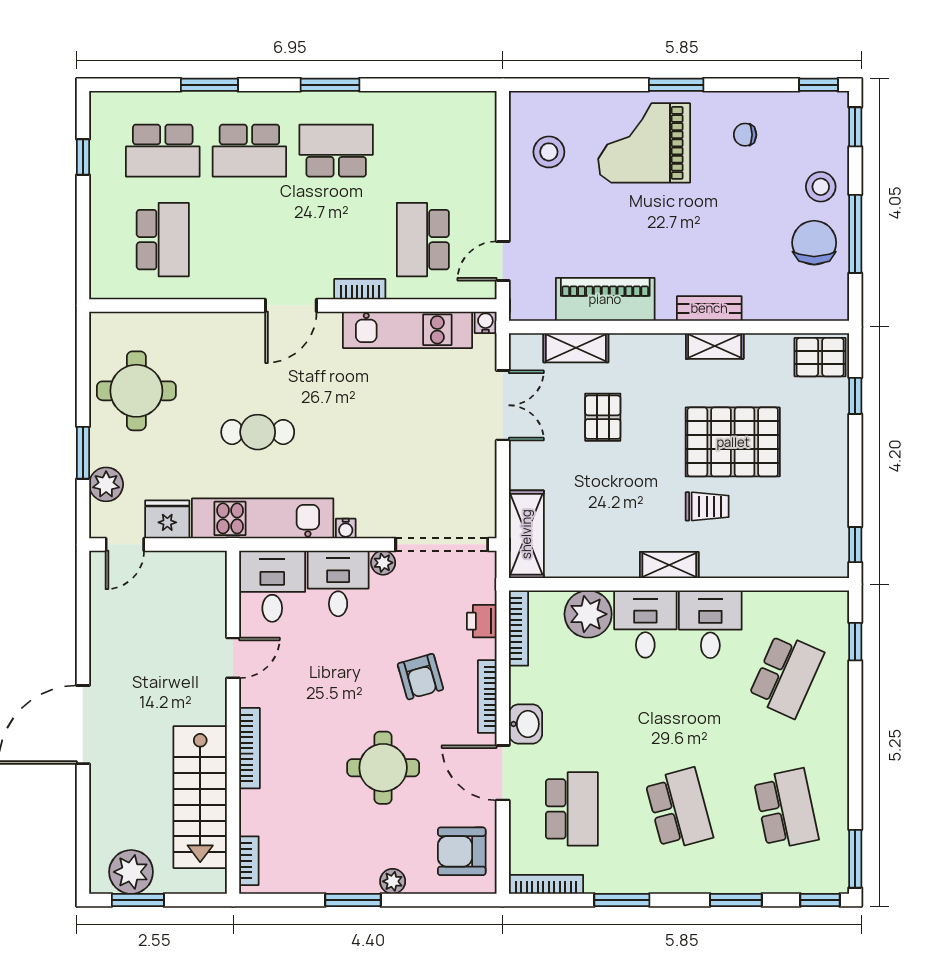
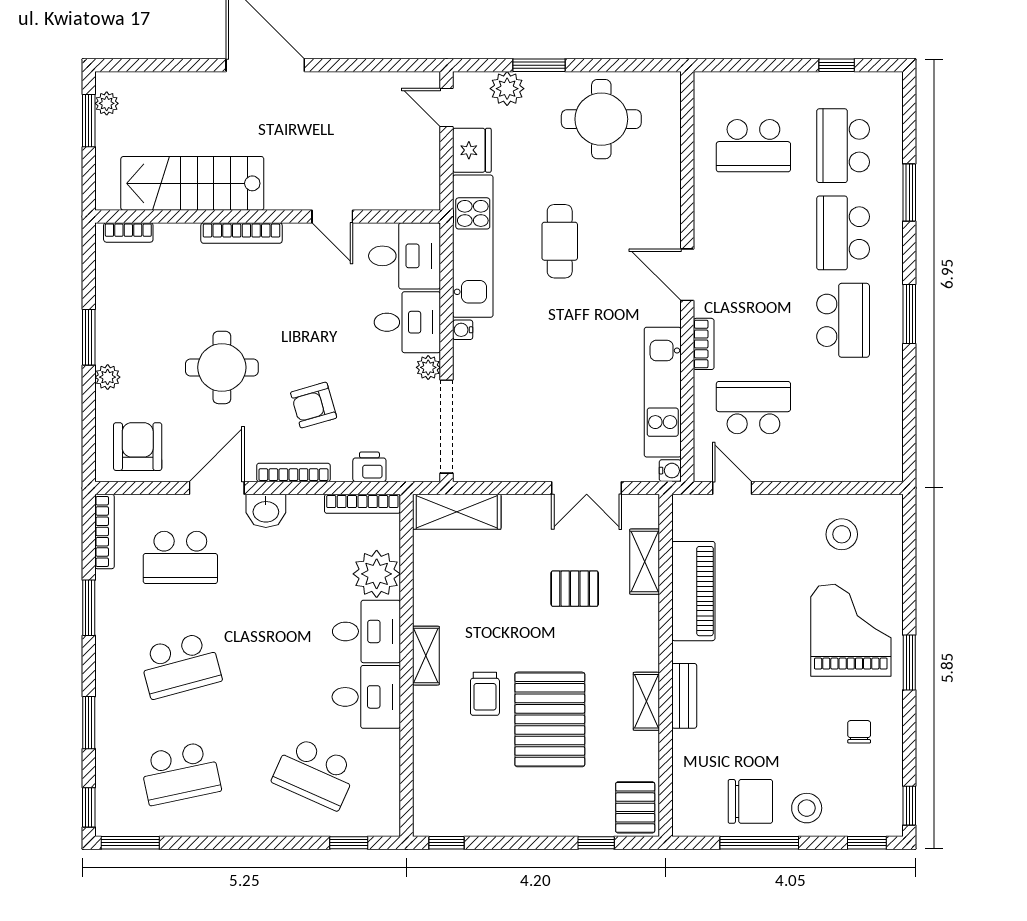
plant: (131, 872) -> (107, 103), width x0.53, depth x0.53

